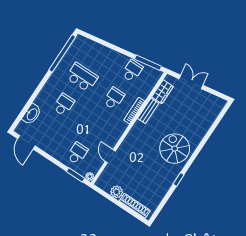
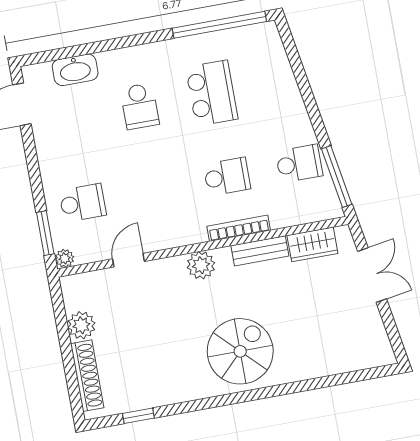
school desk: (64, 105) -> (140, 106), turned 90
plant: (134, 134) -> (201, 265), added
window: (179, 179) -> (138, 416), moved

